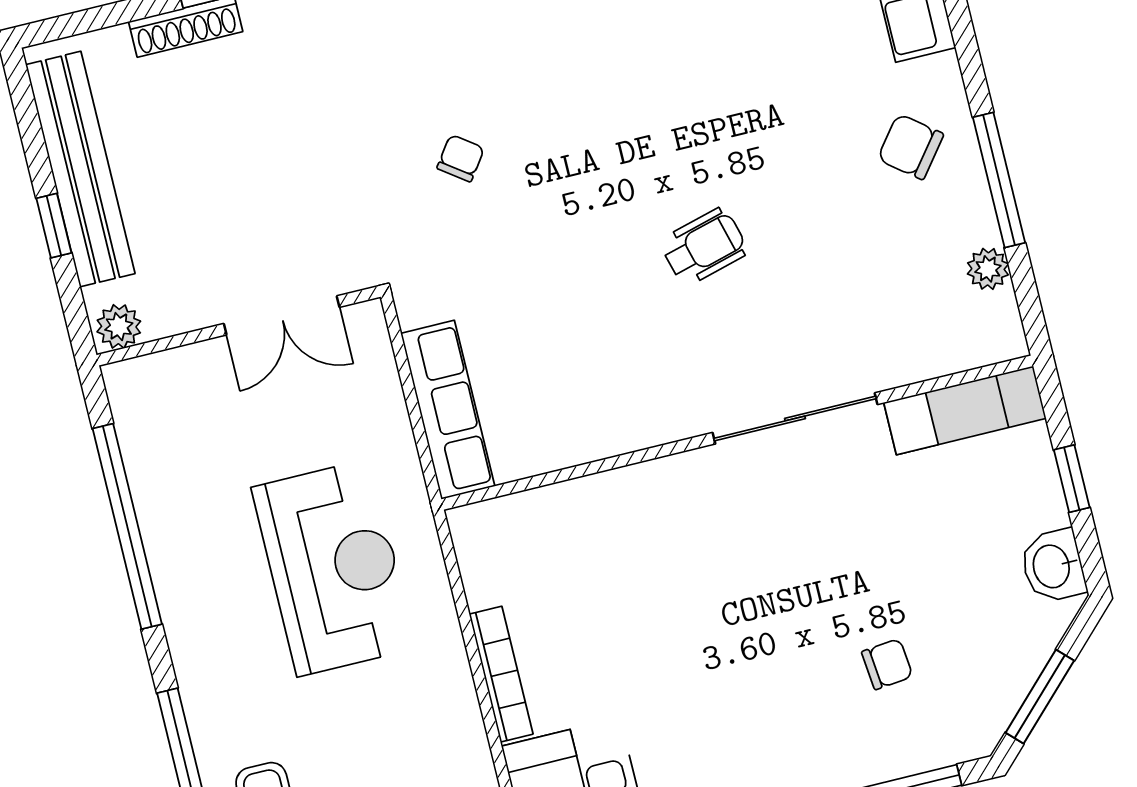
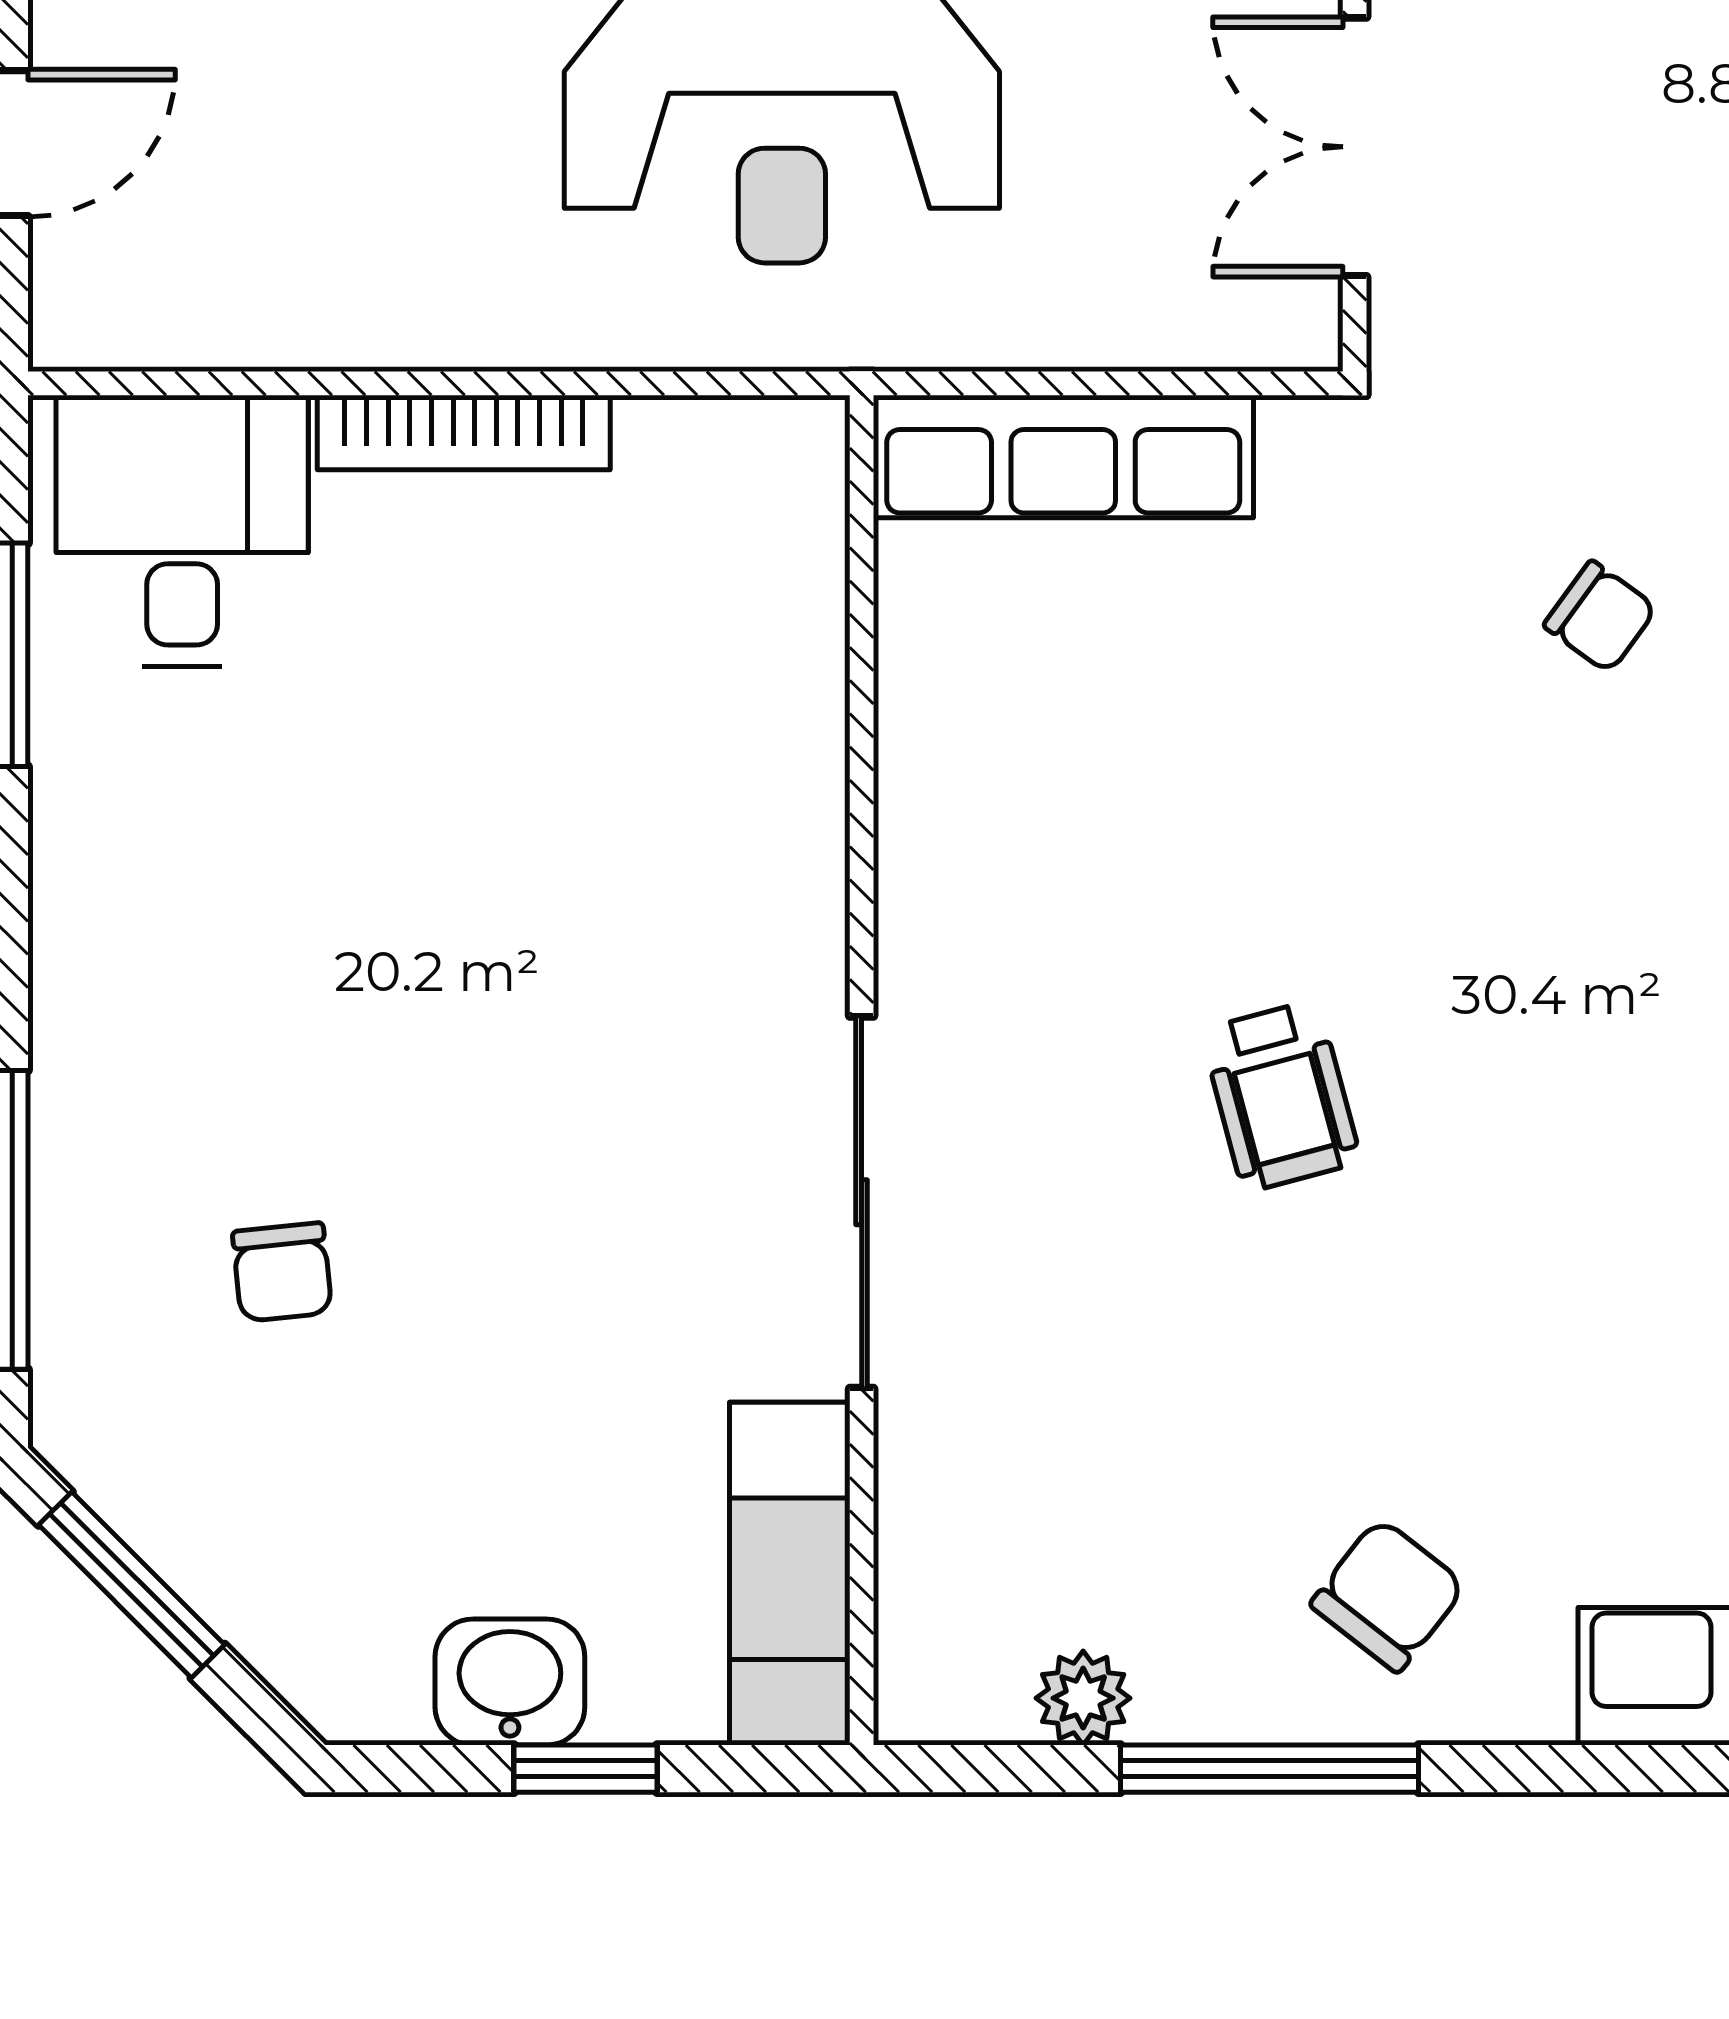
washbasin: (1053, 566) -> (510, 1682), moved

